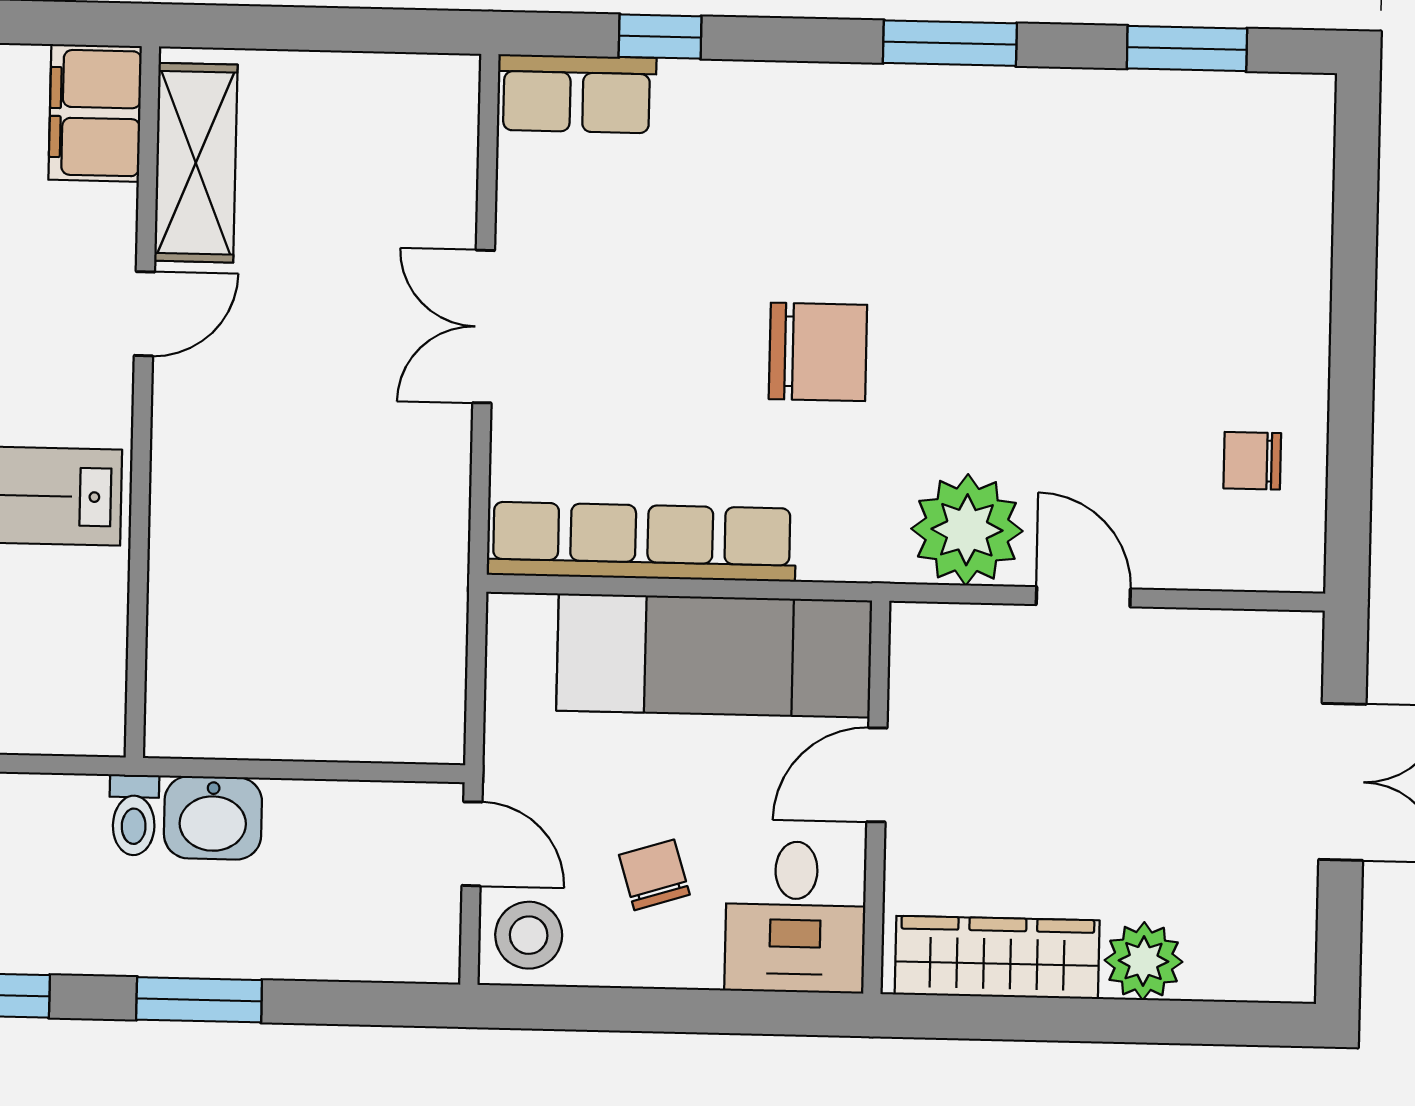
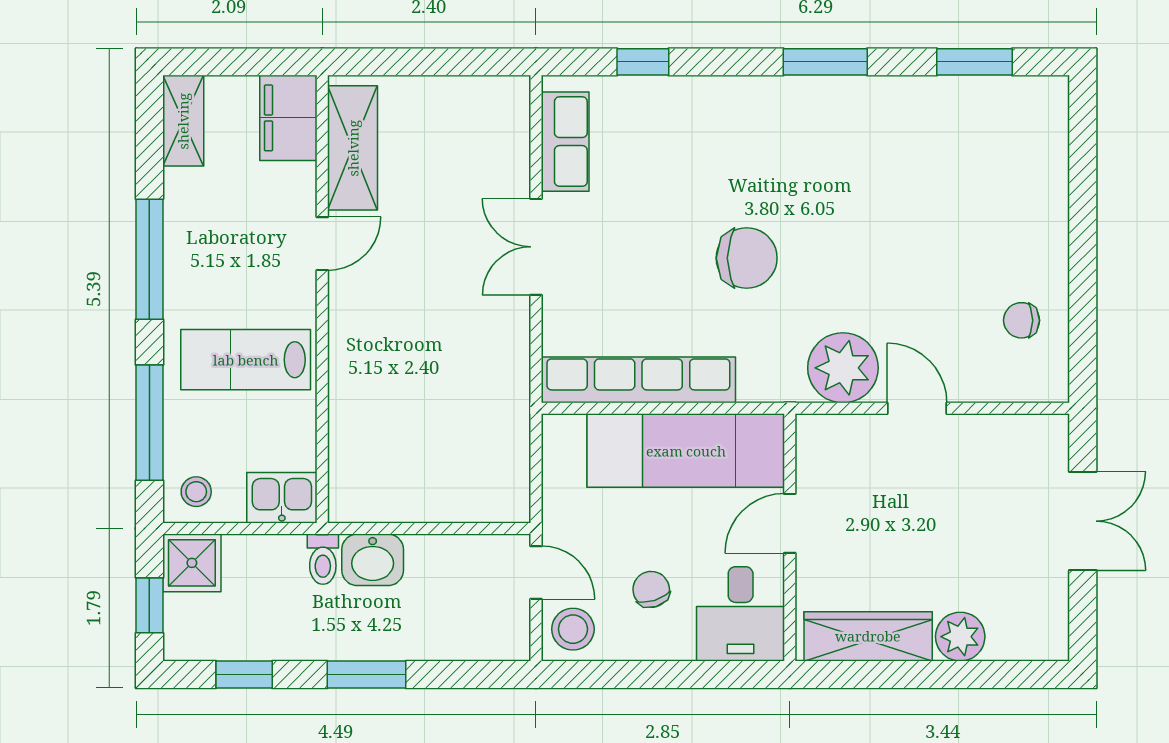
row of seats: (577, 94) -> (565, 142), moved, turned -90
kitchen sink: (71, 716) -> (282, 498), added

